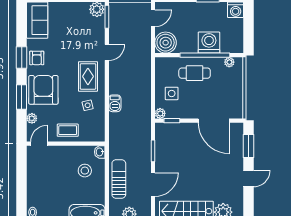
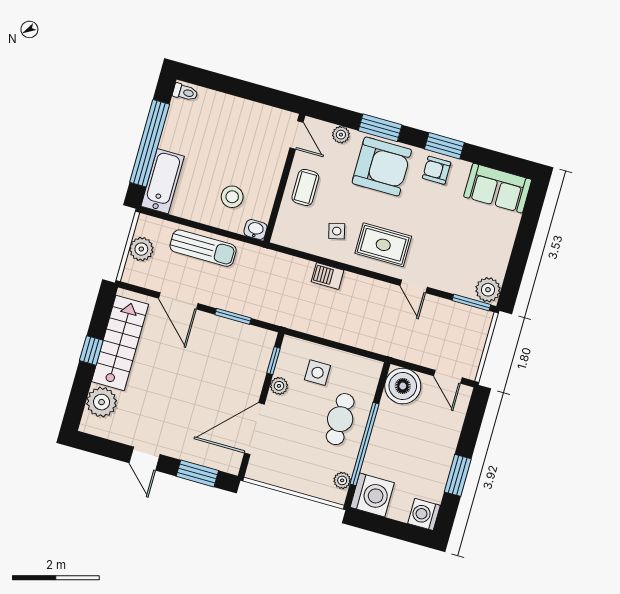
washing machine: (209, 43) -> (372, 495), moved
plant: (160, 113) -> (279, 386), moved

